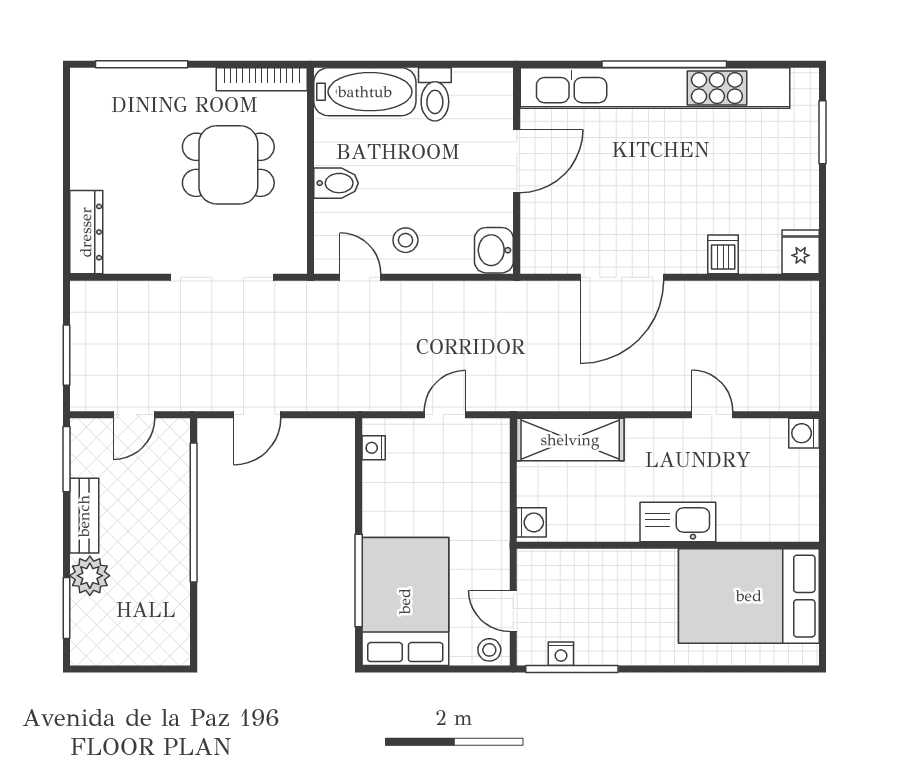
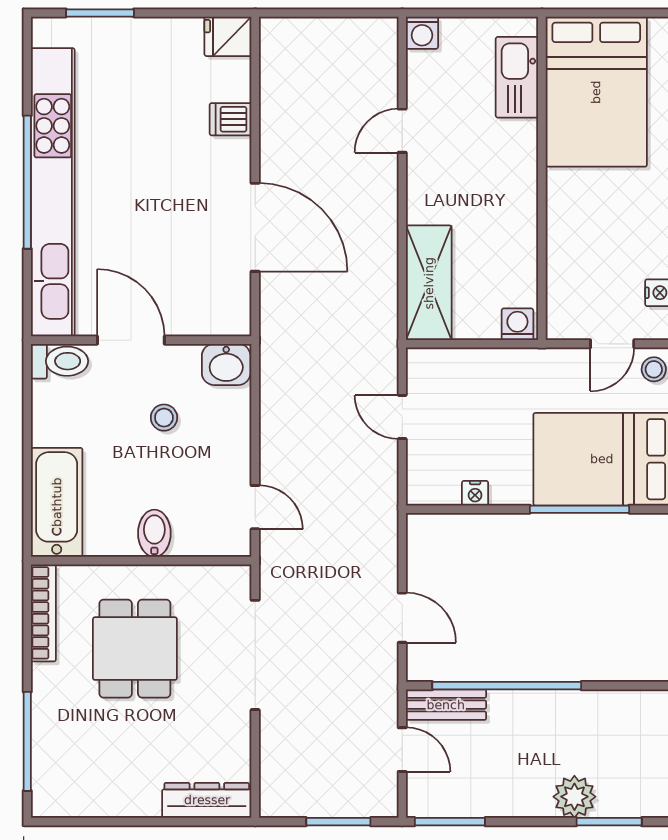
toilet: (435, 94) -> (60, 361), moved
stool: (405, 240) -> (164, 418), moved
door: (360, 277) -> (255, 507), swing flipped
nightstand: (374, 448) -> (475, 493), moved
bench: (84, 516) -> (446, 705), moved
kitchen sink: (678, 522) -> (517, 77), moved

